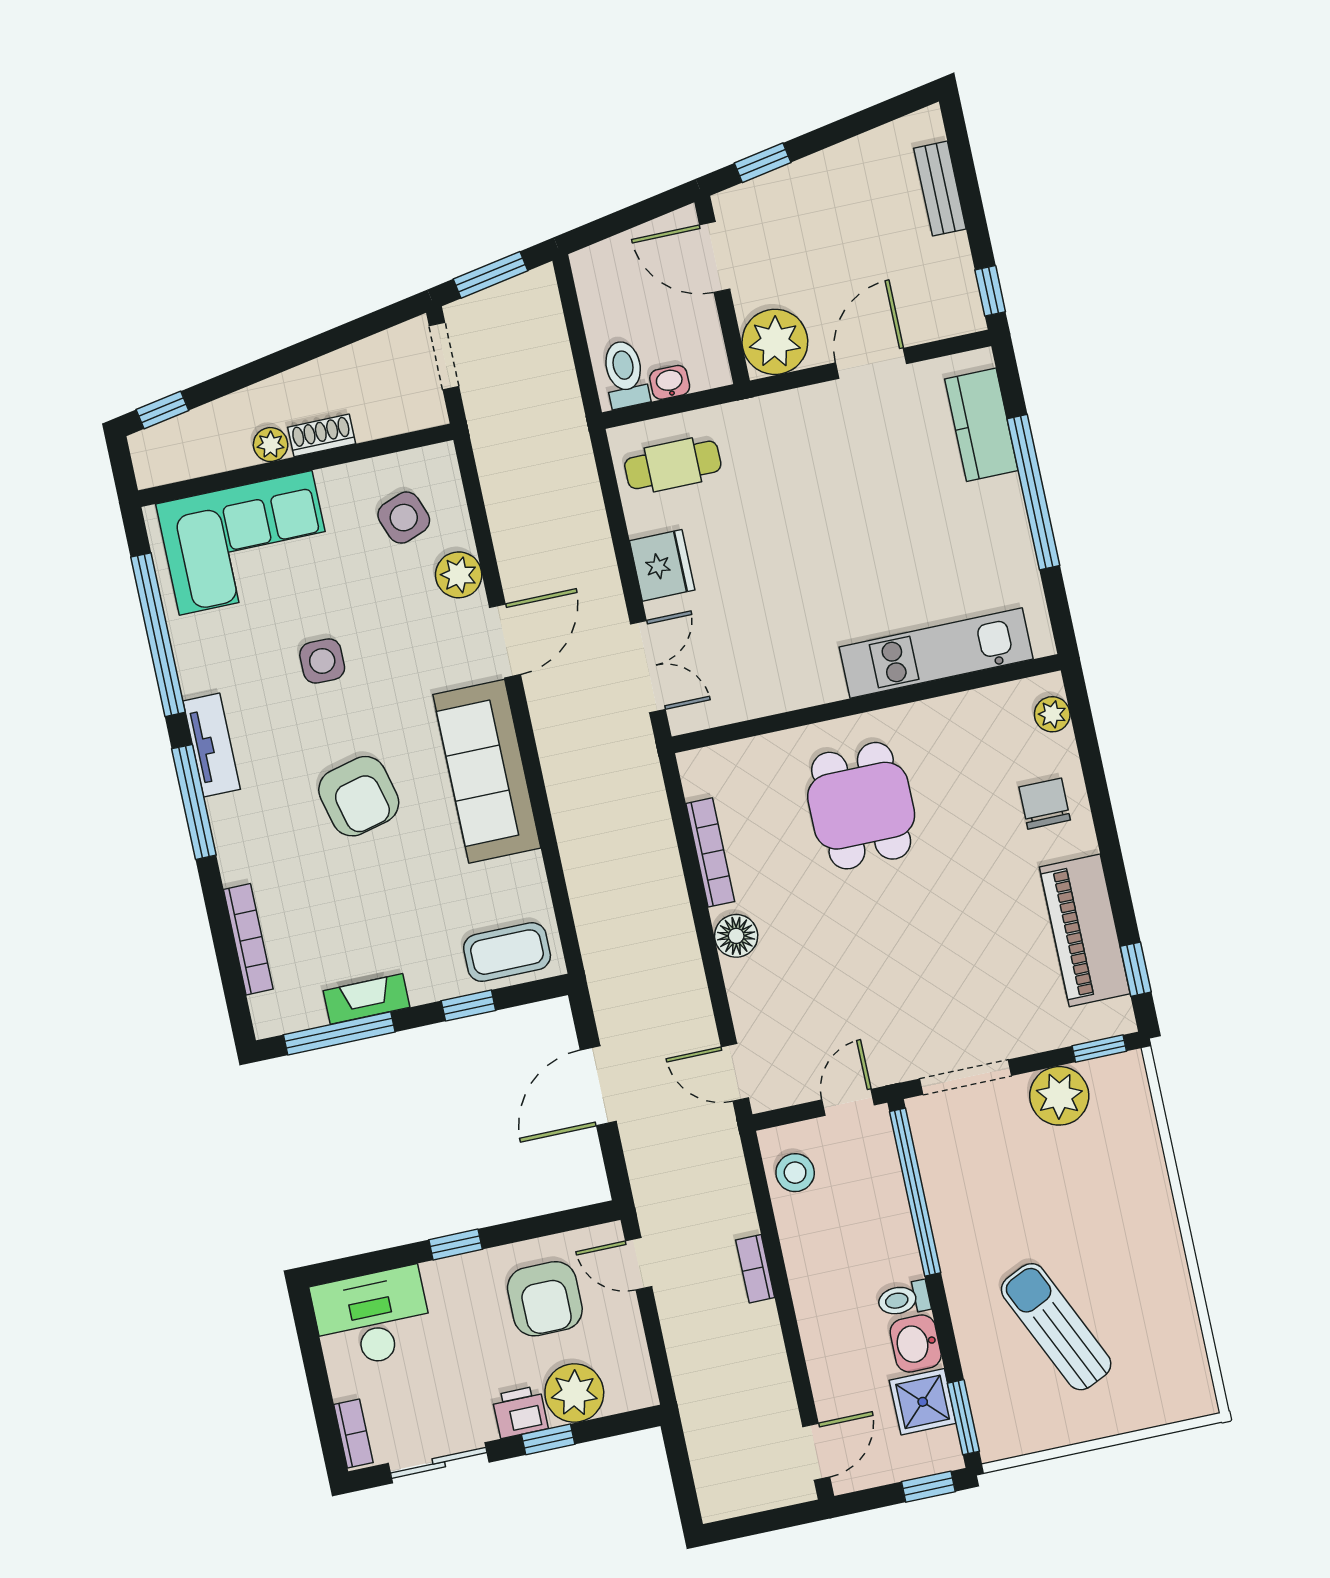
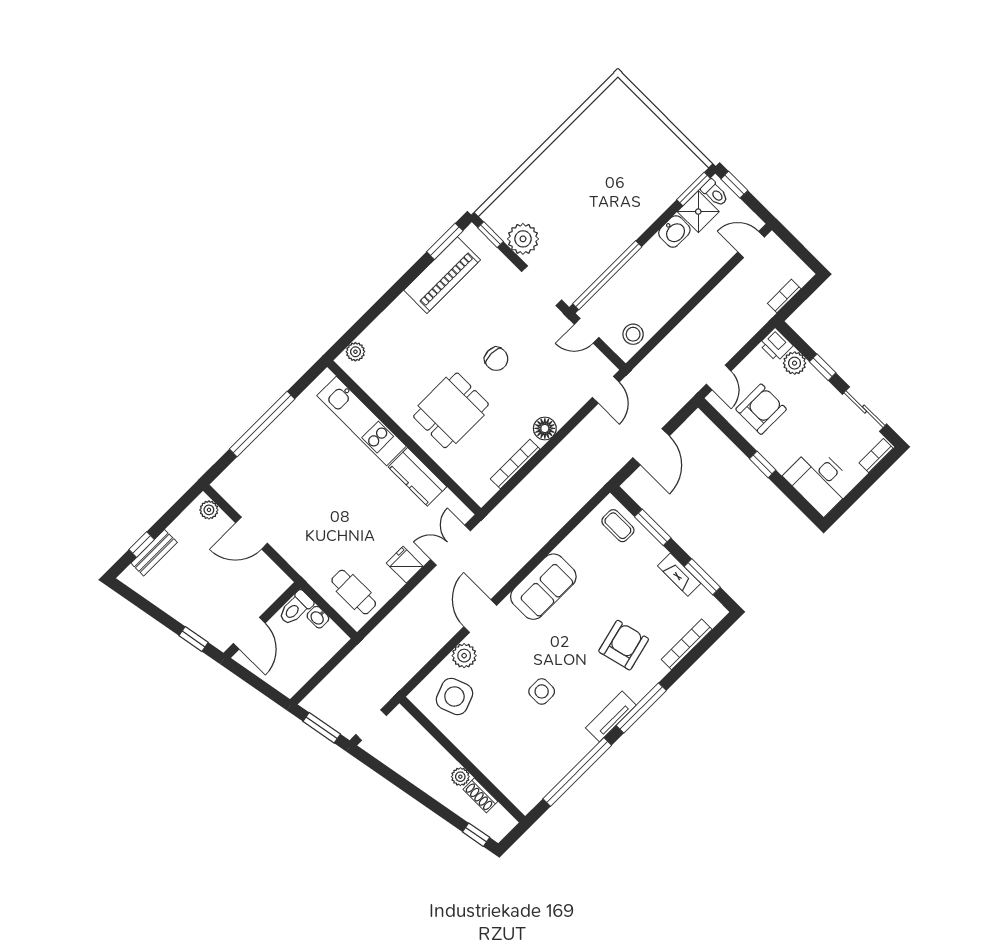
window: (990, 291) -> (142, 544), moved
plant: (775, 342) -> (209, 510), moved, width x0.53, depth x0.53
toilet: (625, 374) -> (296, 608), moved
kitchen counter: (981, 425) -> (418, 477), moved, turned 90
shoe rack: (322, 435) -> (480, 795), moved
side table: (404, 518) -> (454, 696), width x1.37, depth x1.37
corner sofa: (246, 543) -> (511, 759), removed
fridge: (662, 565) -> (405, 565), width x0.72
door: (505, 641) -> (480, 616), hinge flipped
sofa: (487, 771) -> (543, 587), width x0.73
armchair: (359, 796) -> (624, 645), moved
chair: (1045, 804) -> (496, 359), moved, turned -90
coffee table: (507, 952) -> (618, 526), width x0.73, depth x0.77
window: (1136, 969) -> (445, 241), width x1.50
window: (468, 1006) -> (653, 527), width x1.50
window: (339, 1033) -> (702, 577), width x0.69
door: (598, 1086) -> (651, 447), hinge flipped
bookcase: (755, 1269) -> (784, 296), moved, turned 180
toilet: (904, 1299) -> (715, 193), moved
sun lounger: (1056, 1327) -> (627, 174), removed
plant: (574, 1393) -> (795, 363), width x0.73, depth x0.73
printer: (520, 1412) -> (776, 345), moved

